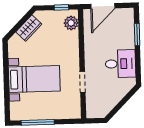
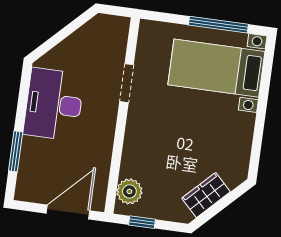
desk: (120, 64) -> (54, 104), width x1.37
bed with nightstands: (34, 79) -> (216, 68), moved

